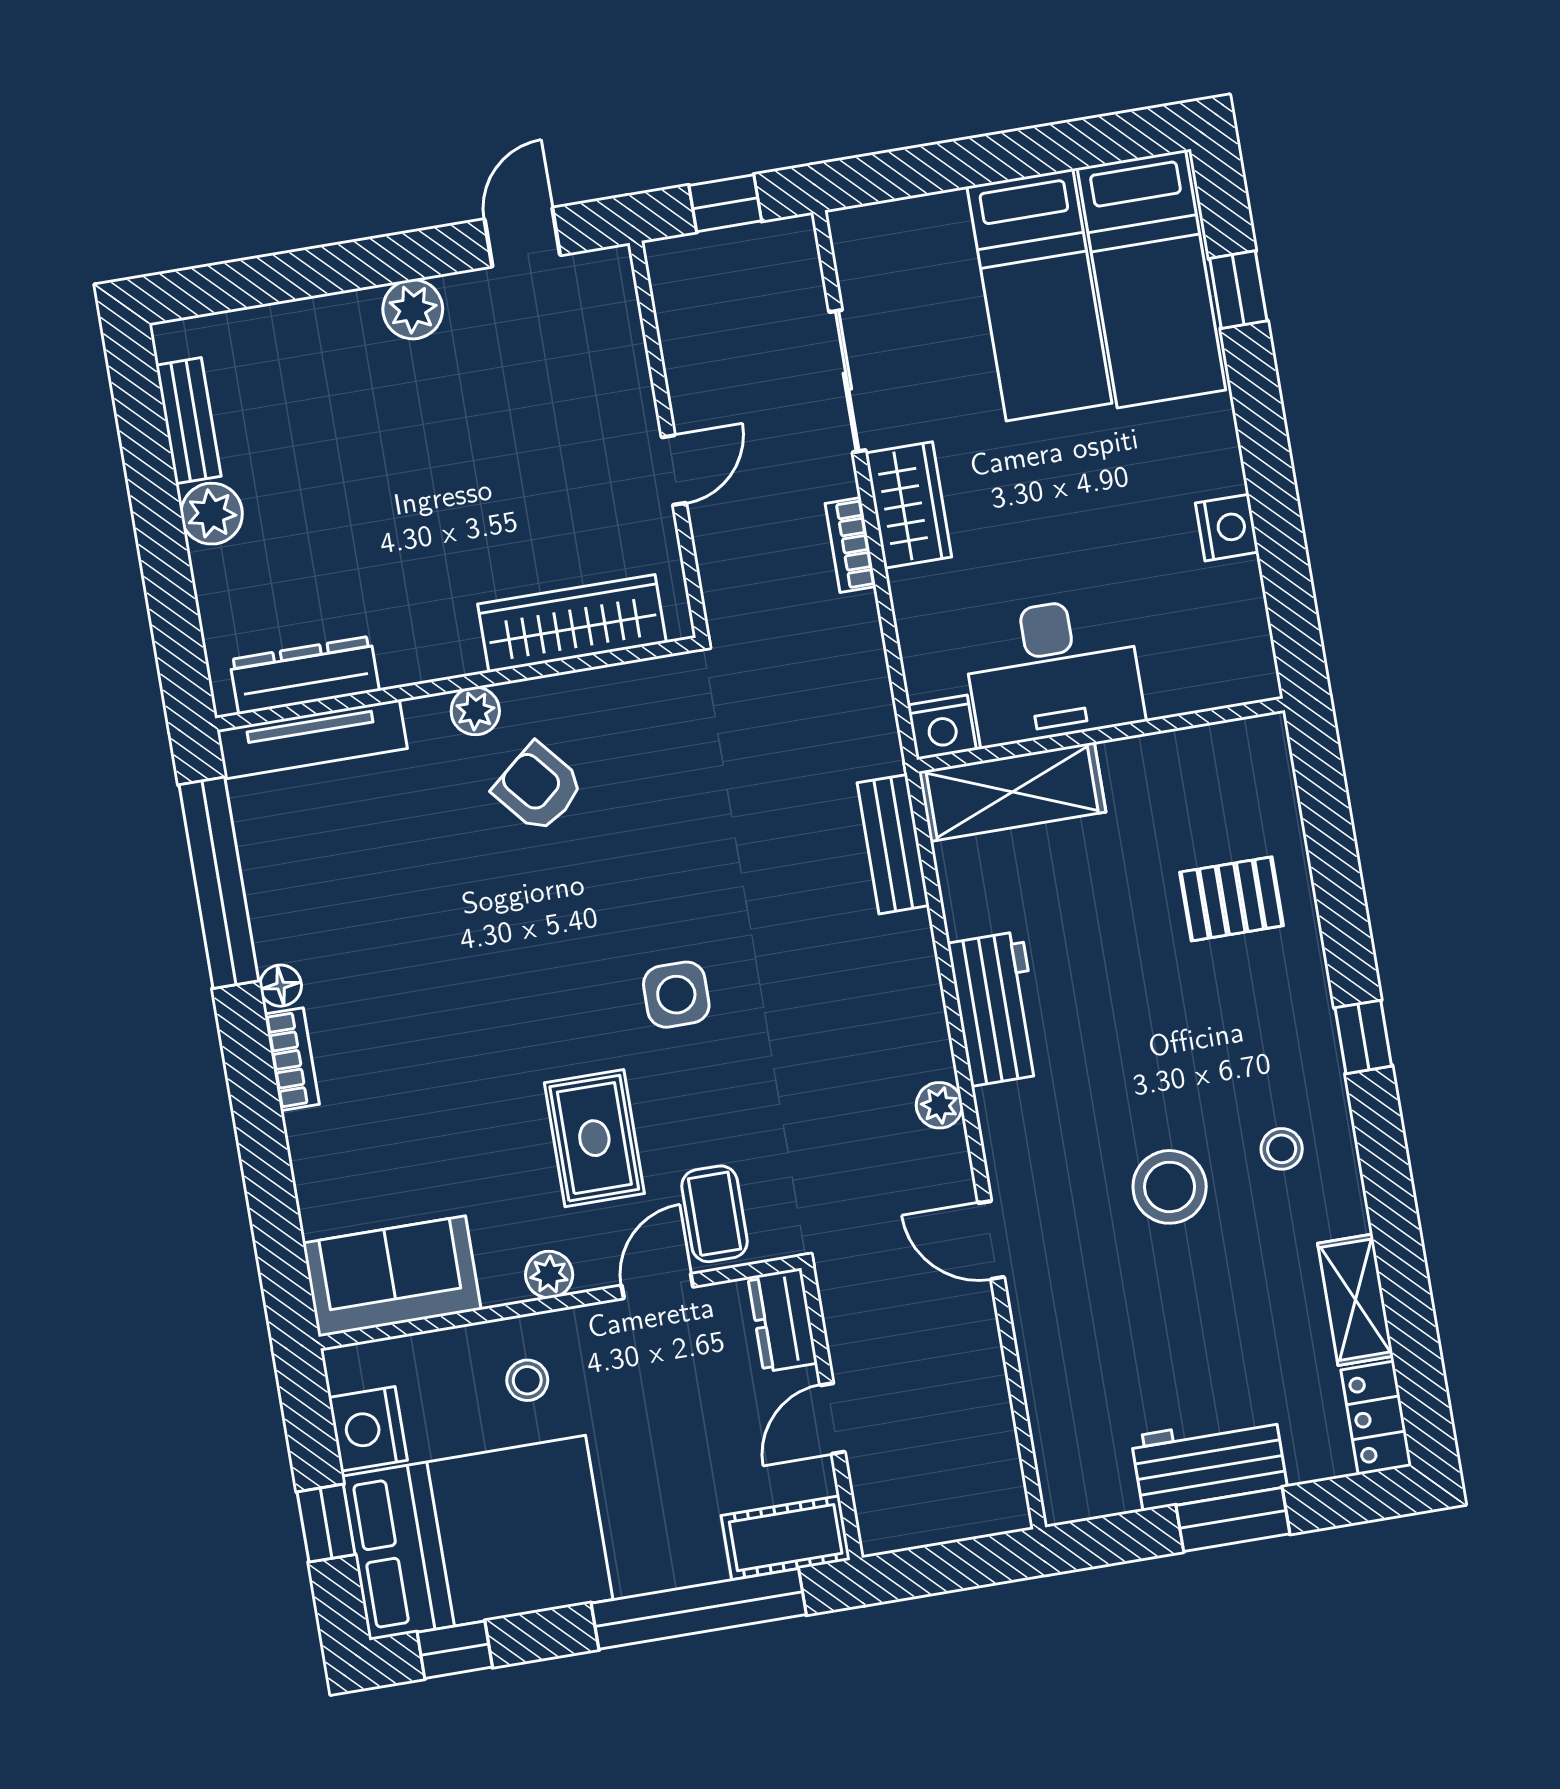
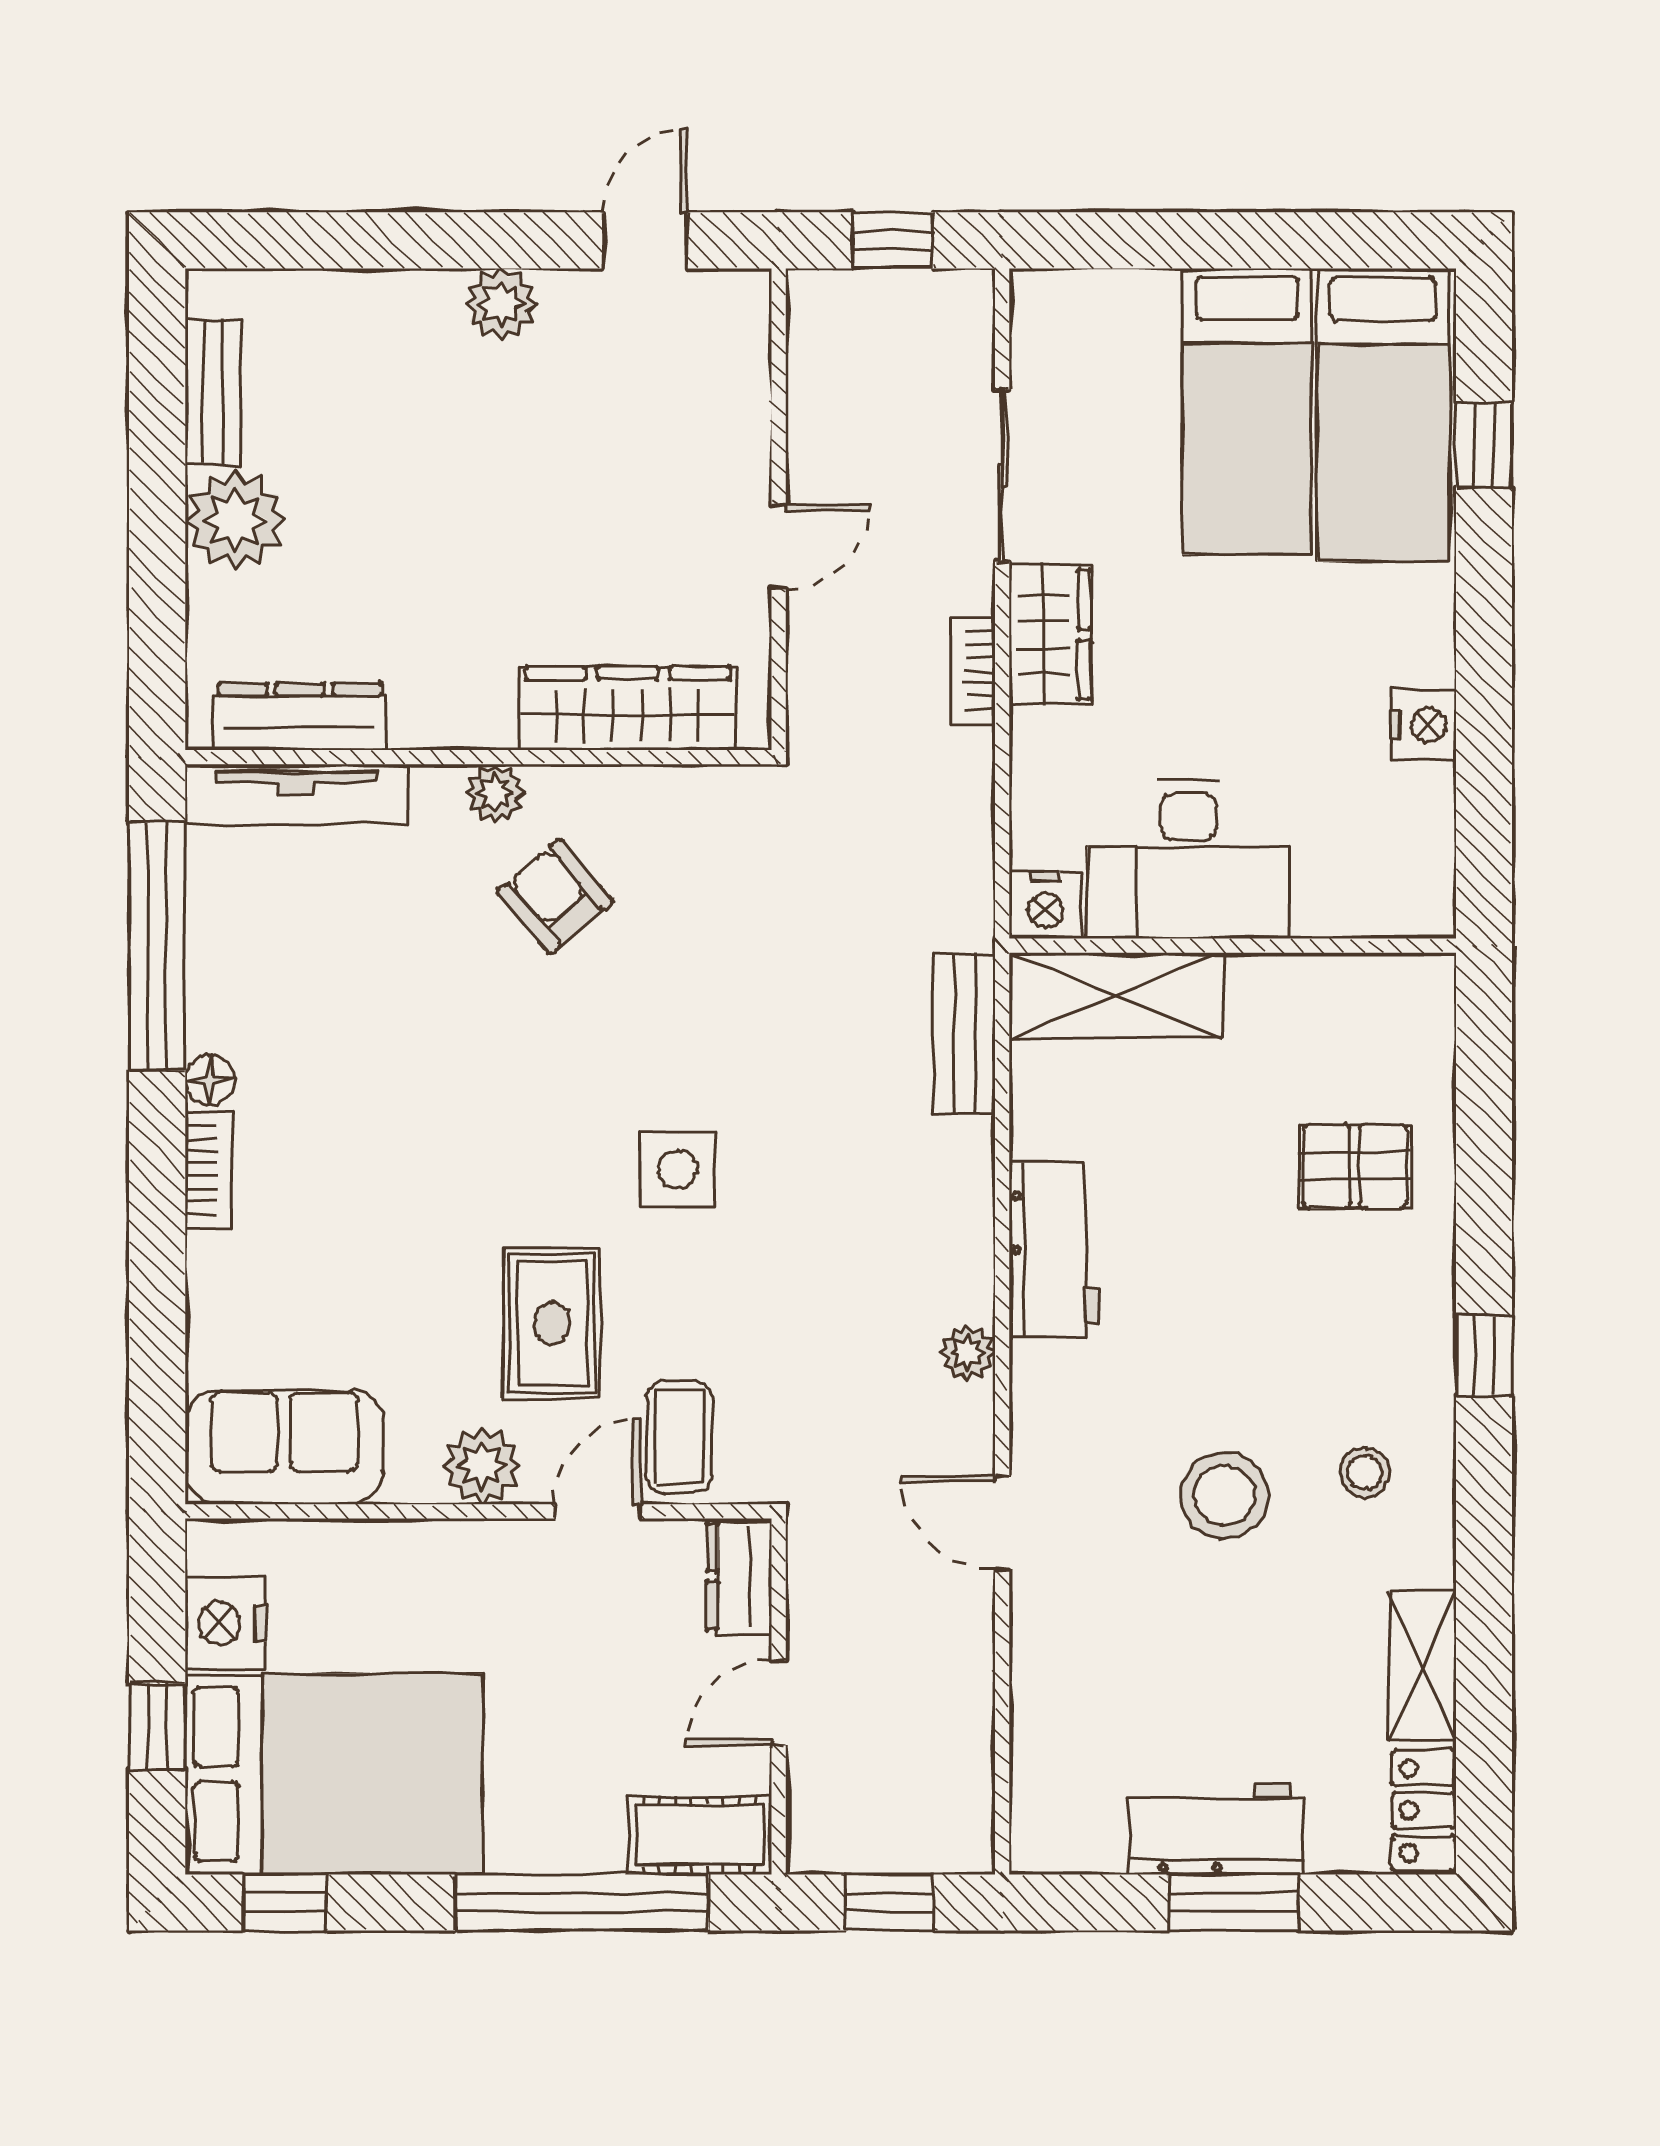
plant: (212, 514) -> (235, 520), width x1.36, depth x1.36
plant: (549, 1275) -> (482, 1466), width x1.38, depth x1.38
stool: (527, 1380) -> (424, 1597), removed
window: (951, 1567) -> (889, 1902), added

